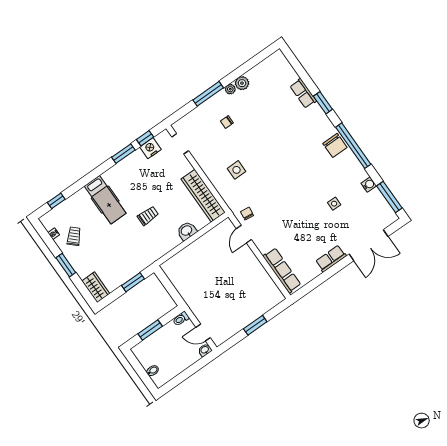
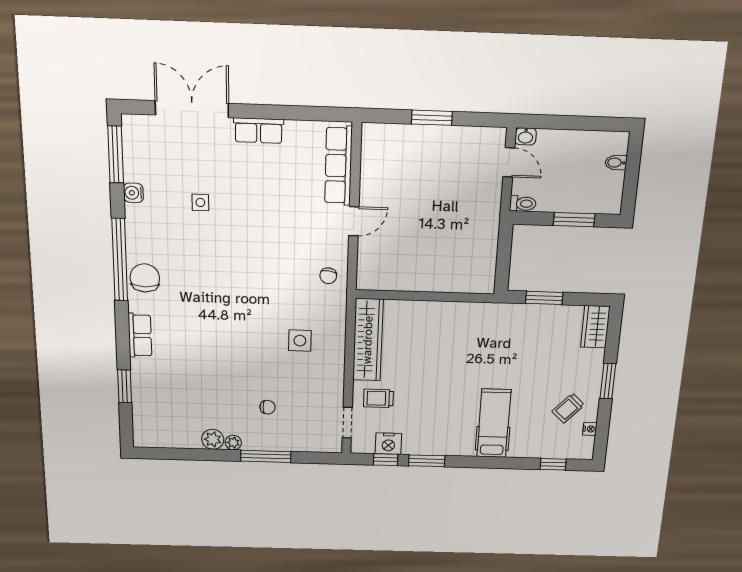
row of seats: (303, 93) -> (140, 335), moved
window: (323, 103) -> (125, 386), moved
trolley: (148, 216) -> (378, 398), moved
washbasin: (187, 231) -> (424, 312), removed
door: (244, 234) -> (354, 221), moved

